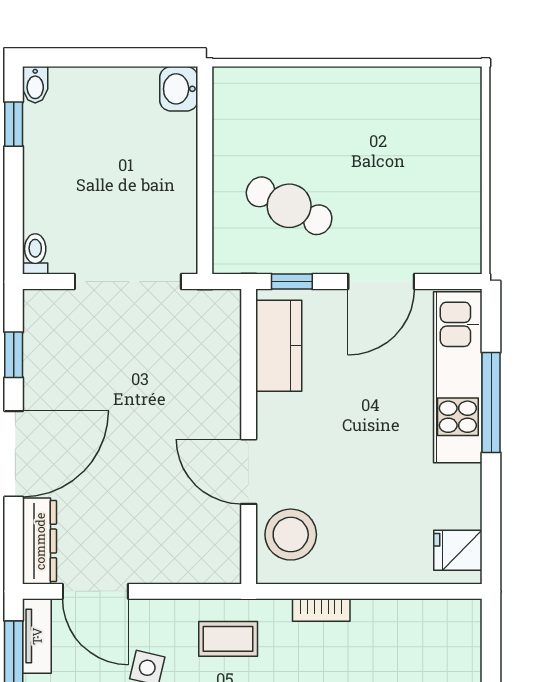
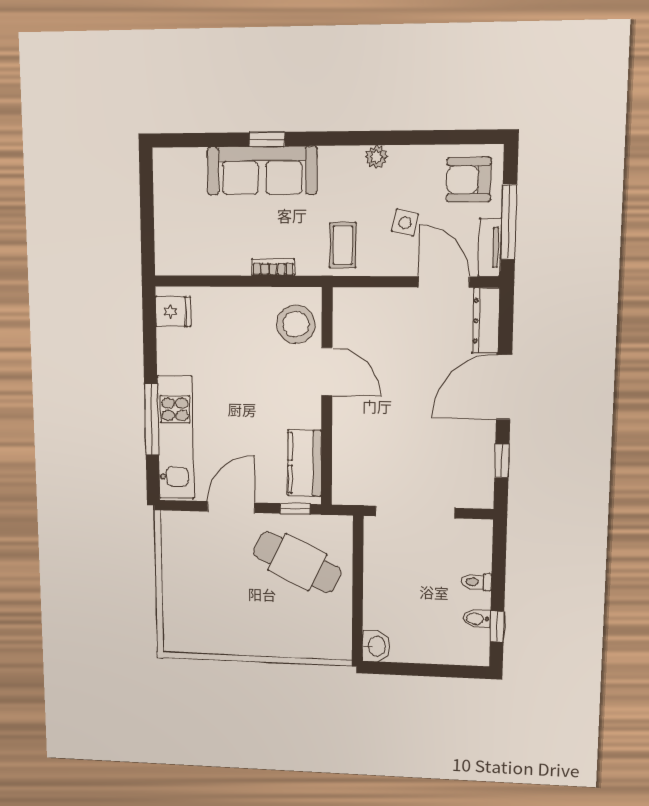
bidet: (35, 85) -> (477, 619), moved, turned -90
cafe table: (289, 206) -> (297, 562), width x1.37, depth x1.35
toilet: (35, 254) -> (476, 582), moved, turned 90
coffee table: (228, 639) -> (343, 245), turned 90

